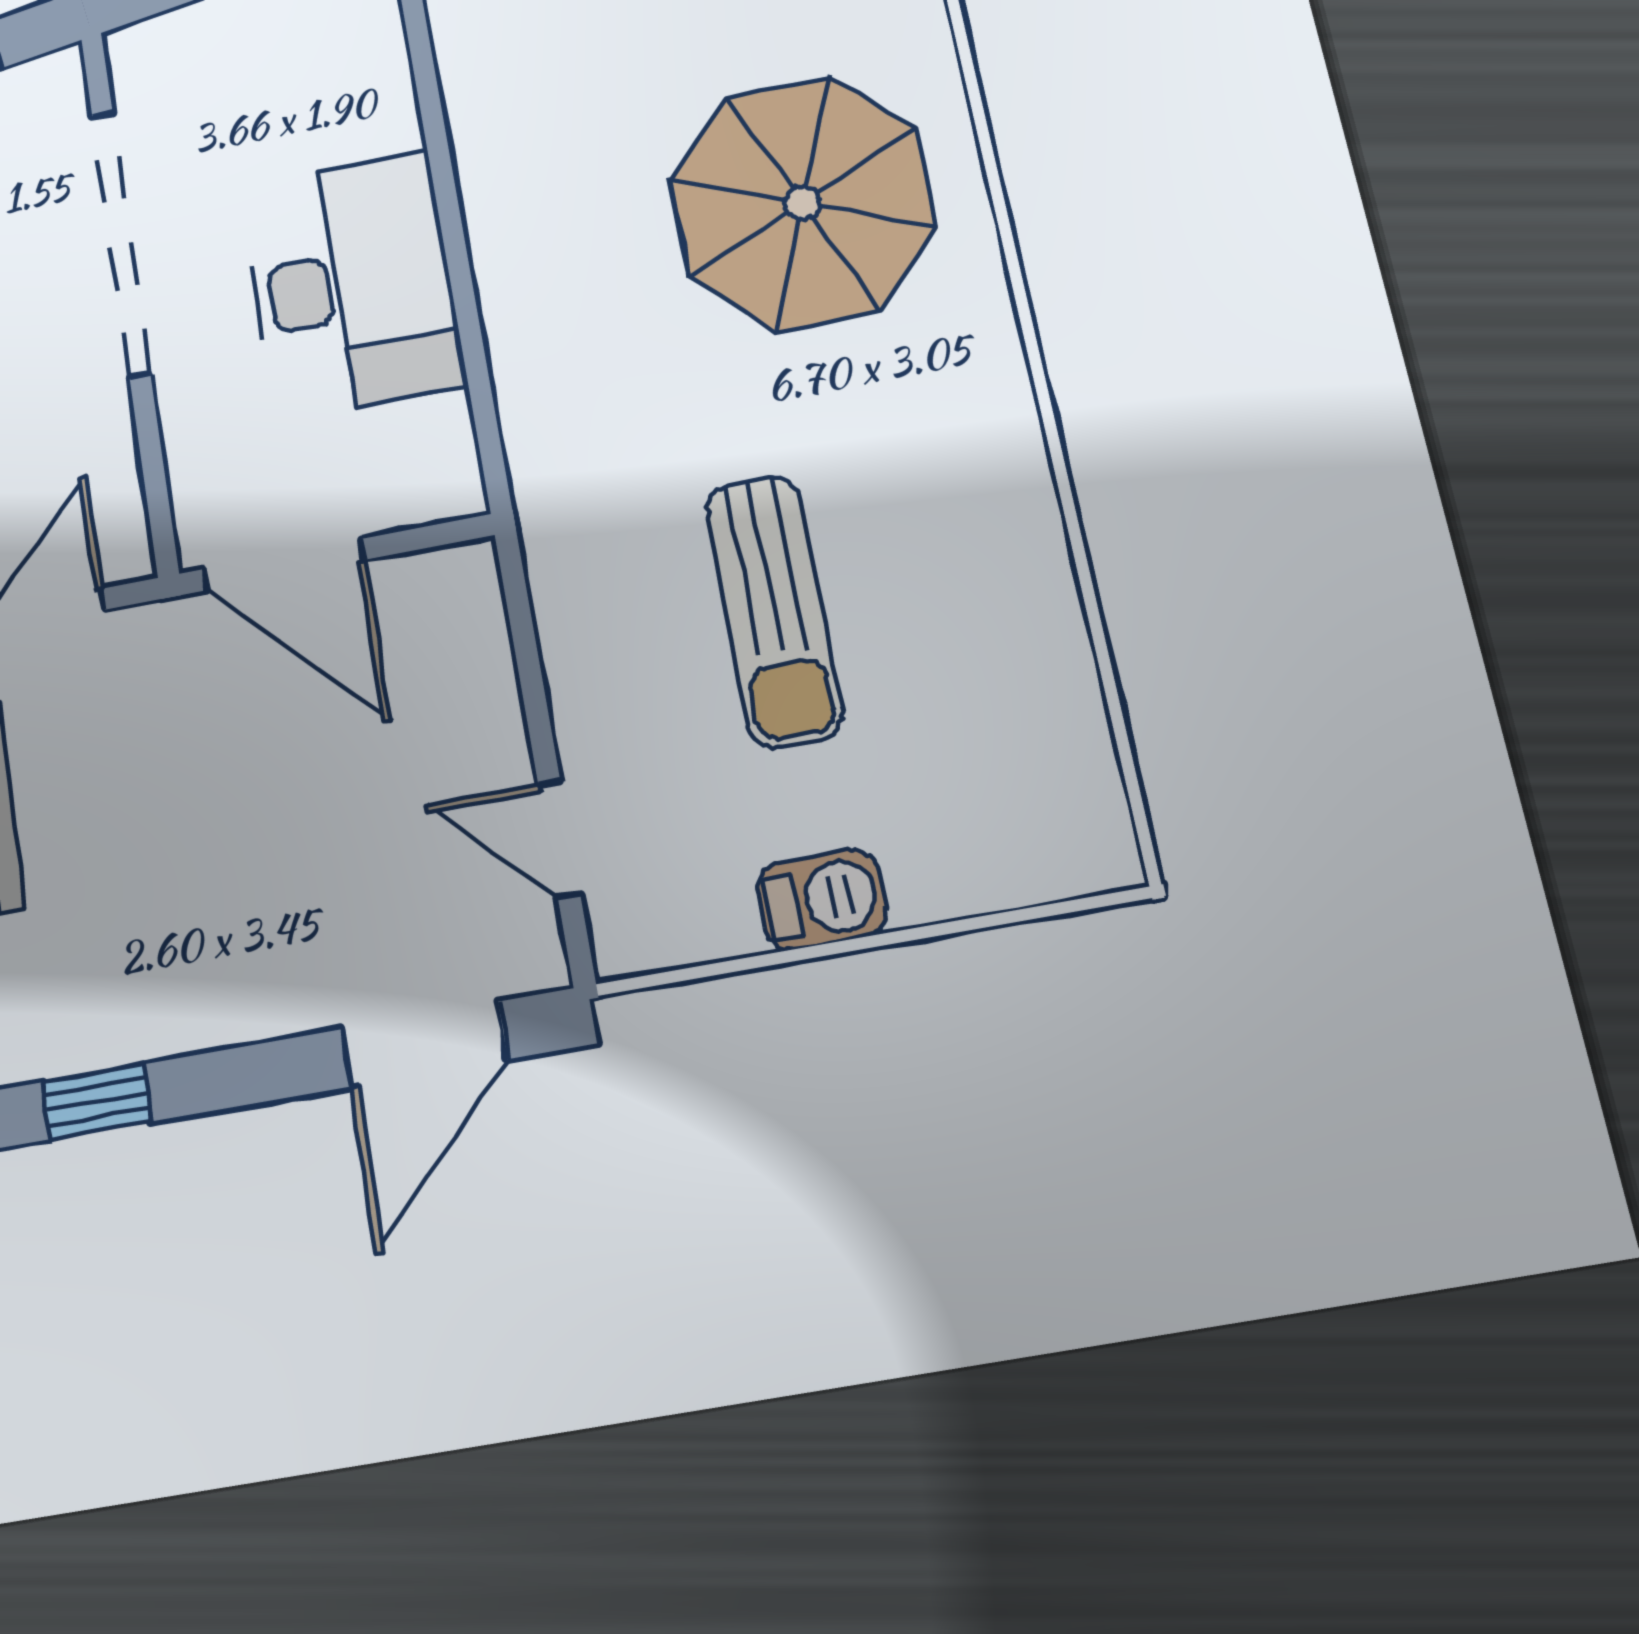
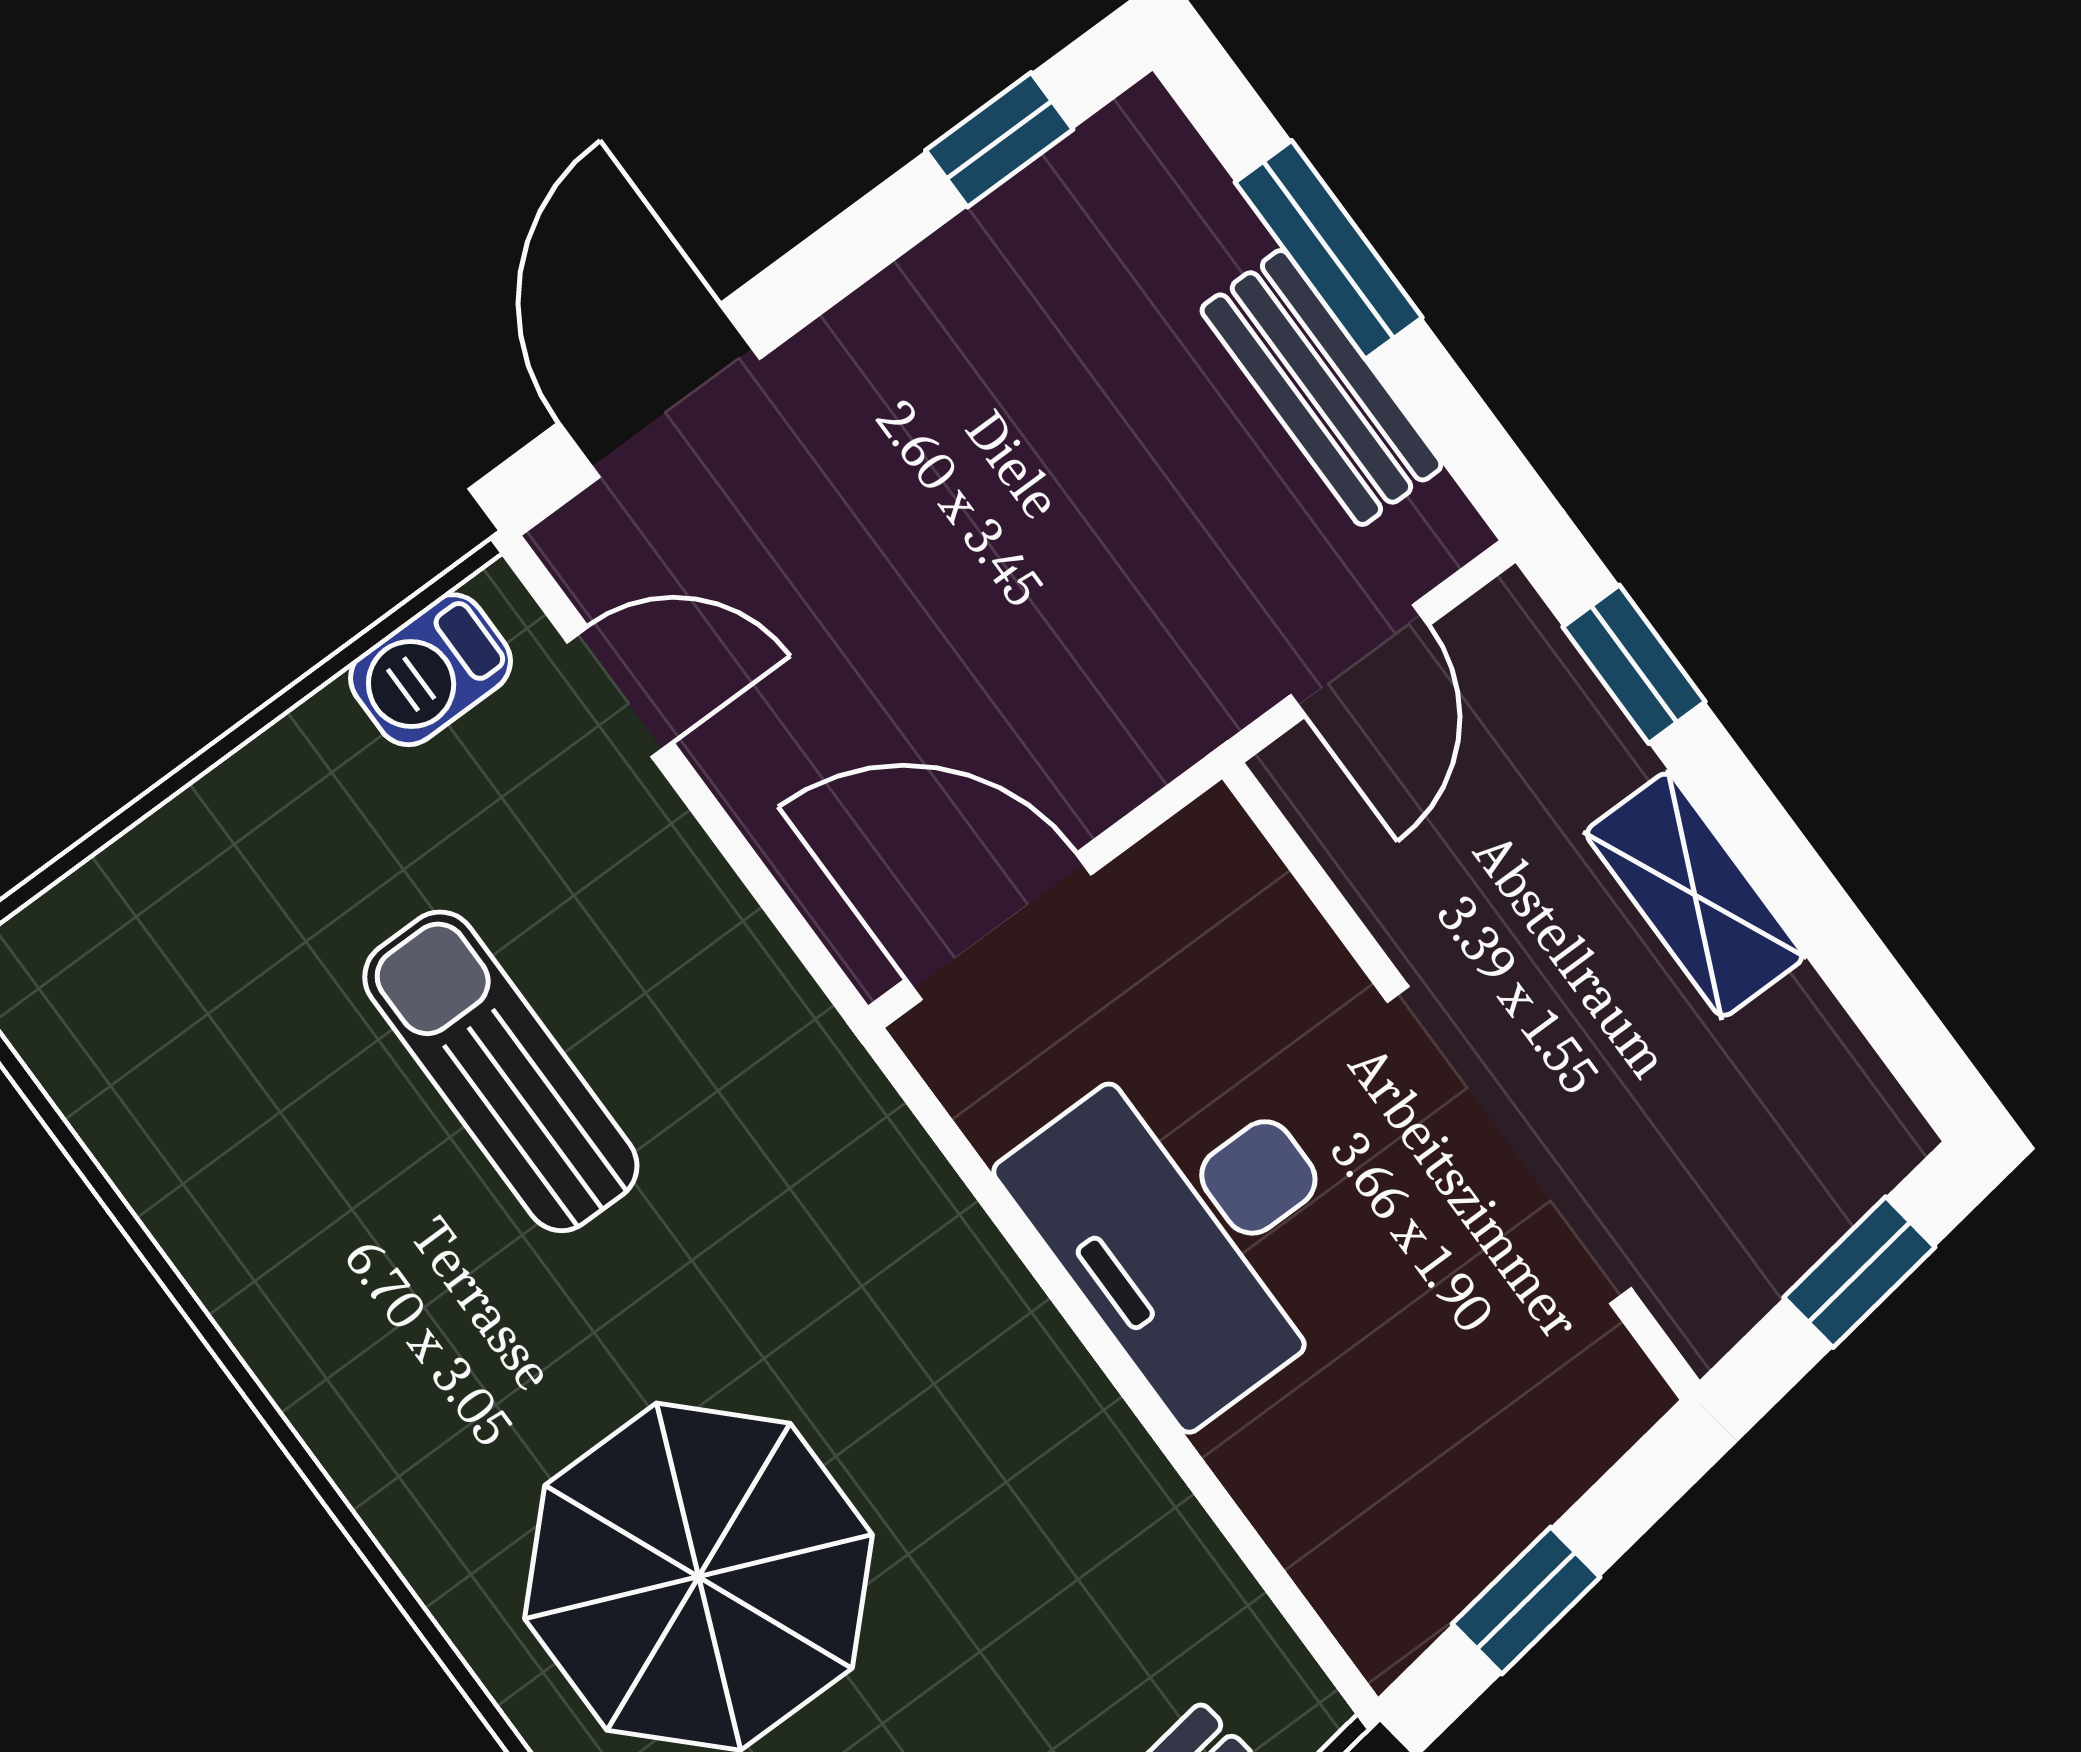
door: (284, 564) -> (999, 927), moved
barbecue: (821, 900) -> (430, 670), moved

